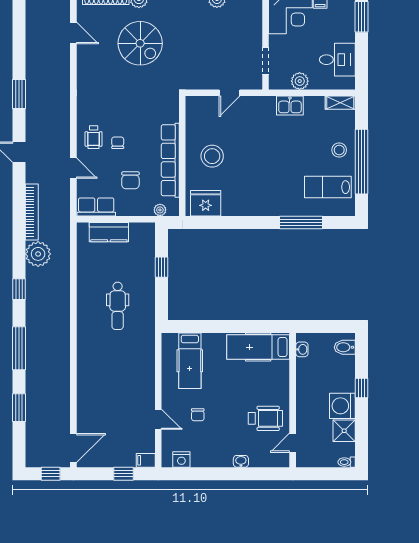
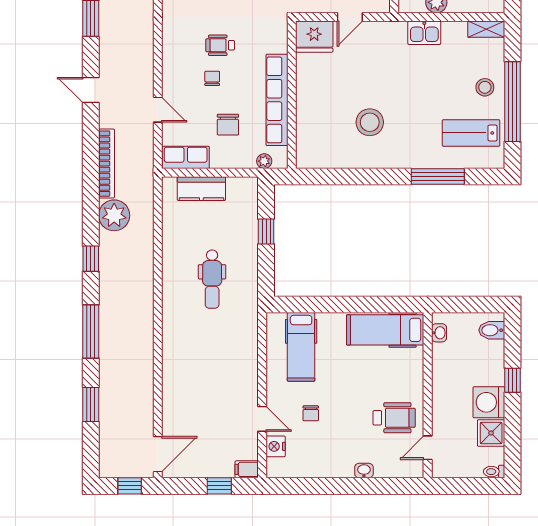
wheelchair: (94, 137) -> (220, 45), moved, turned 90
stool: (212, 156) -> (370, 122), moved
fridge: (206, 203) -> (314, 37), moved, turned 180
nightstand: (181, 460) -> (276, 446), moved, turned 90

